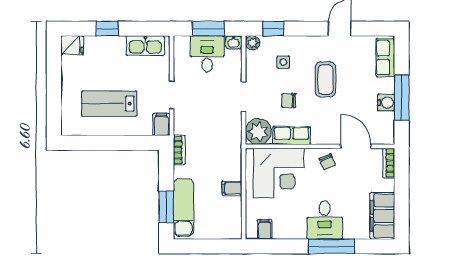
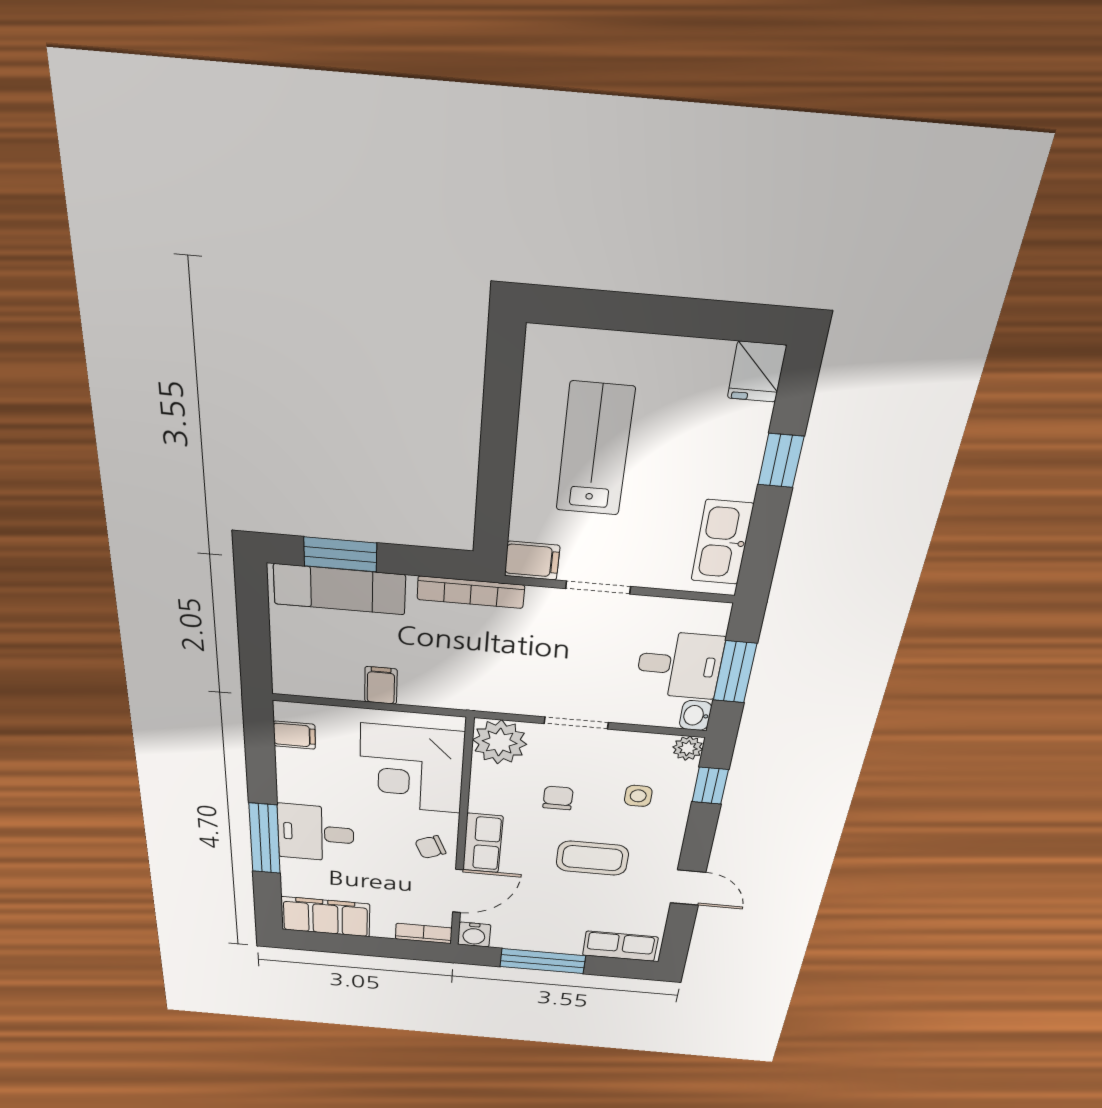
water cooler: (386, 103) -> (474, 935), moved
row of seats: (292, 135) -> (483, 843), moved
bookcase: (179, 150) -> (471, 592), width x1.56

